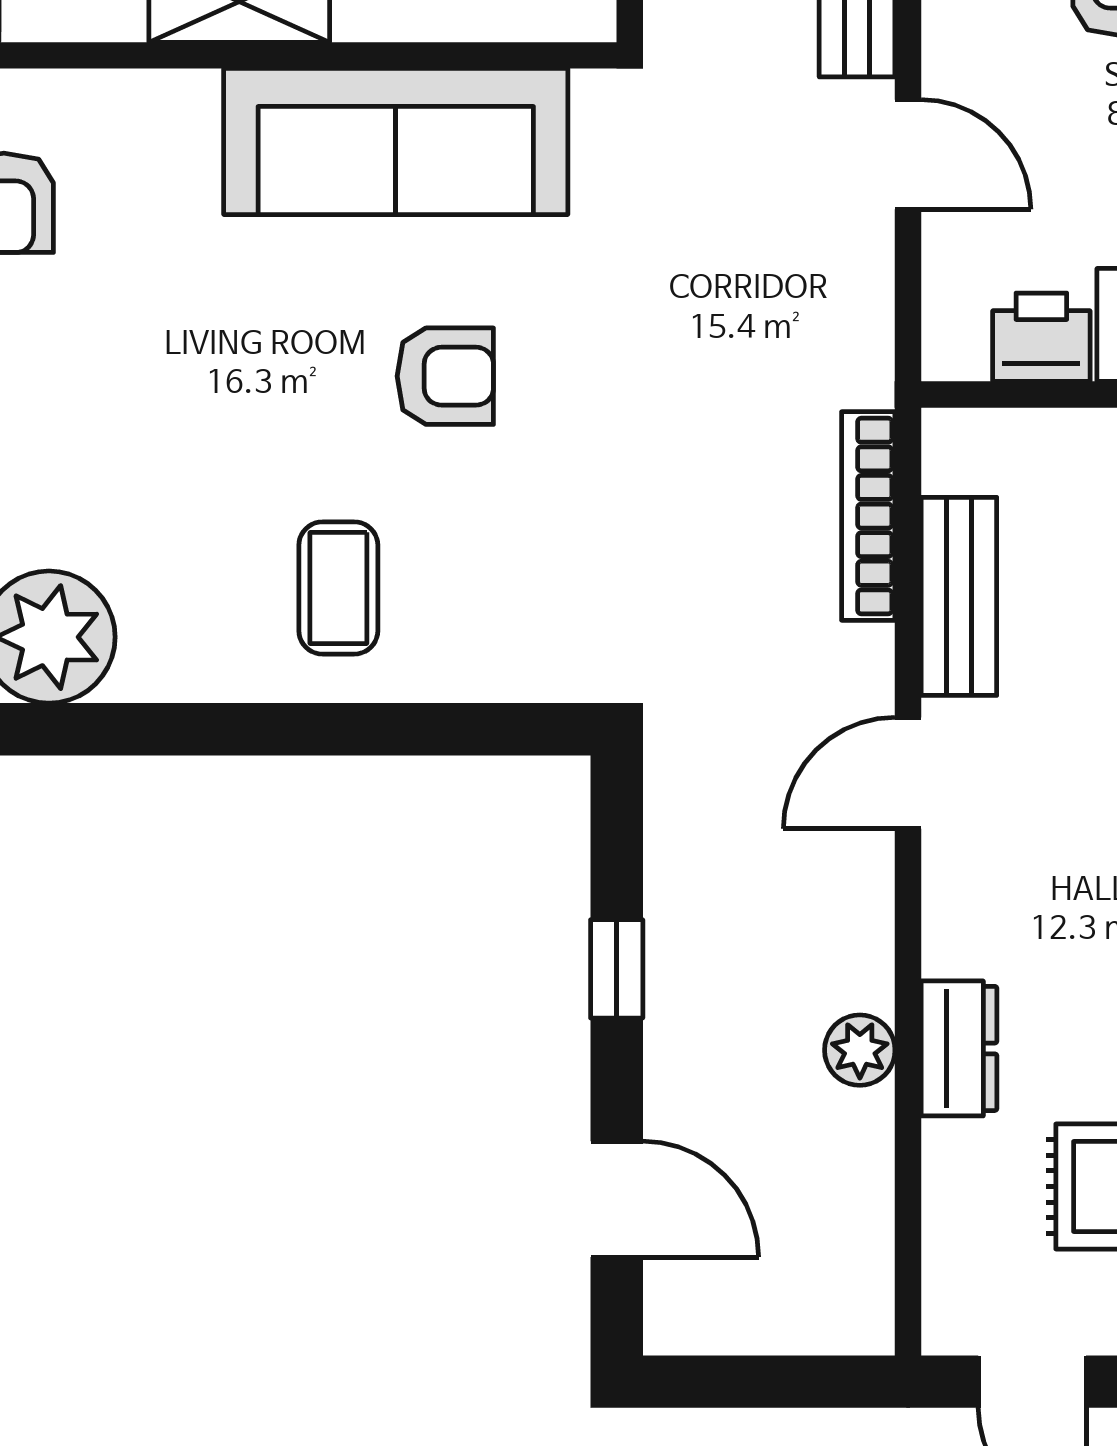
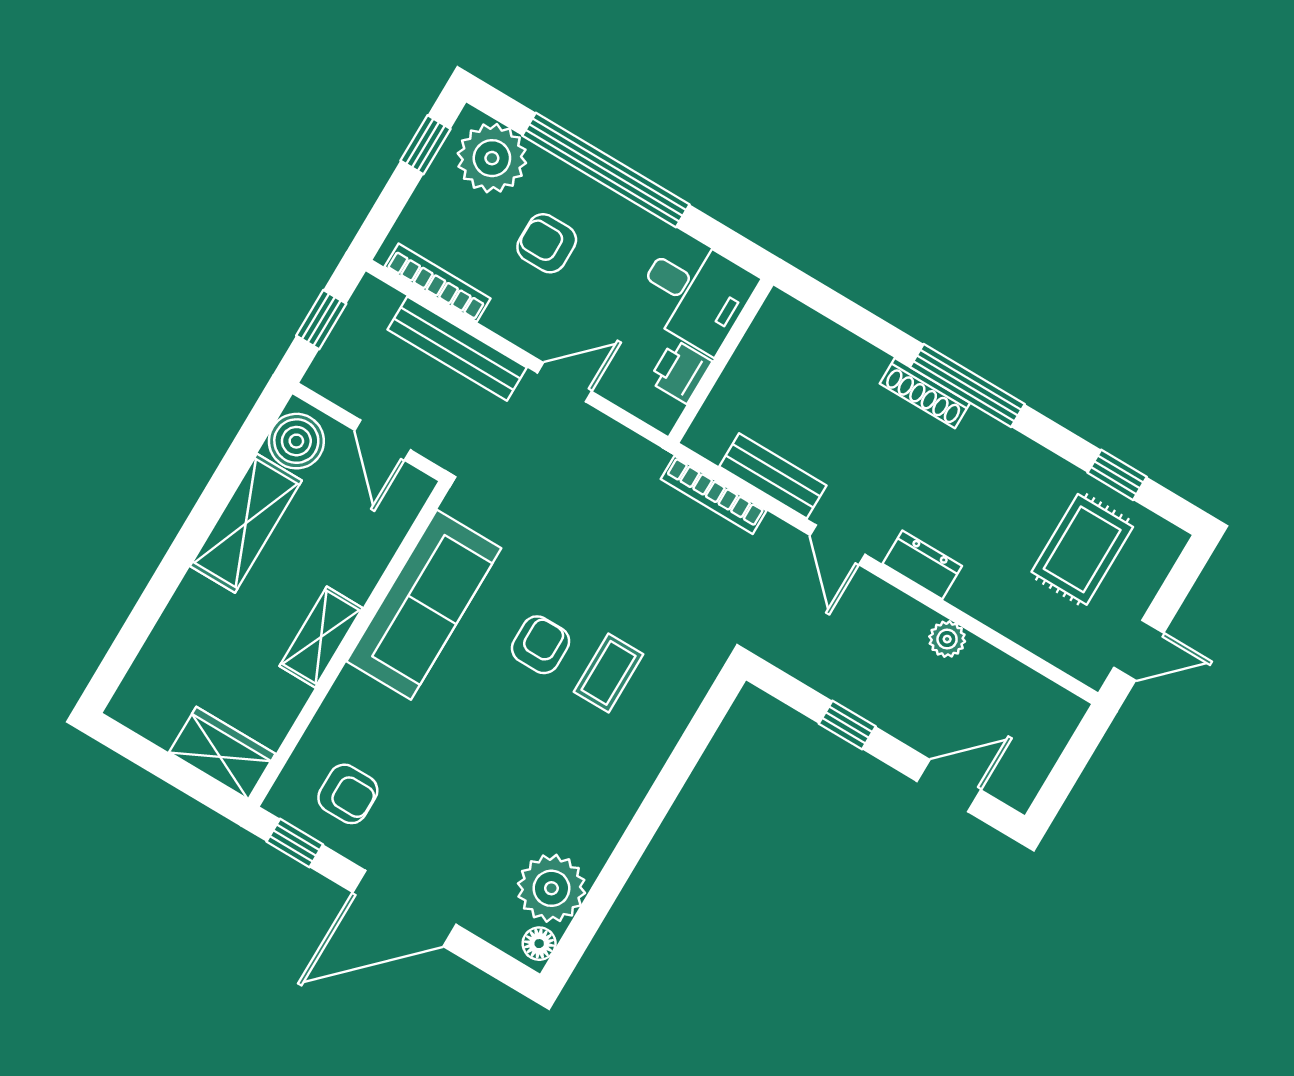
coffee table: (338, 588) -> (608, 673), moved, turned 90
dresser: (959, 1048) -> (922, 565), moved

